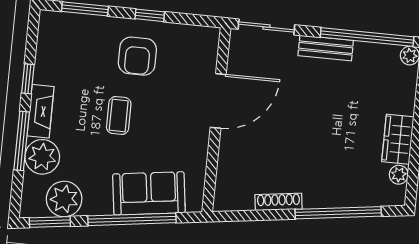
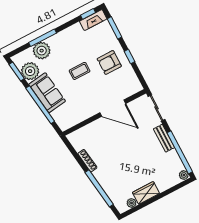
window: (28, 79) -> (88, 14), moved
fireplace: (41, 111) -> (93, 20), moved
sofa: (149, 193) -> (47, 93), moved

